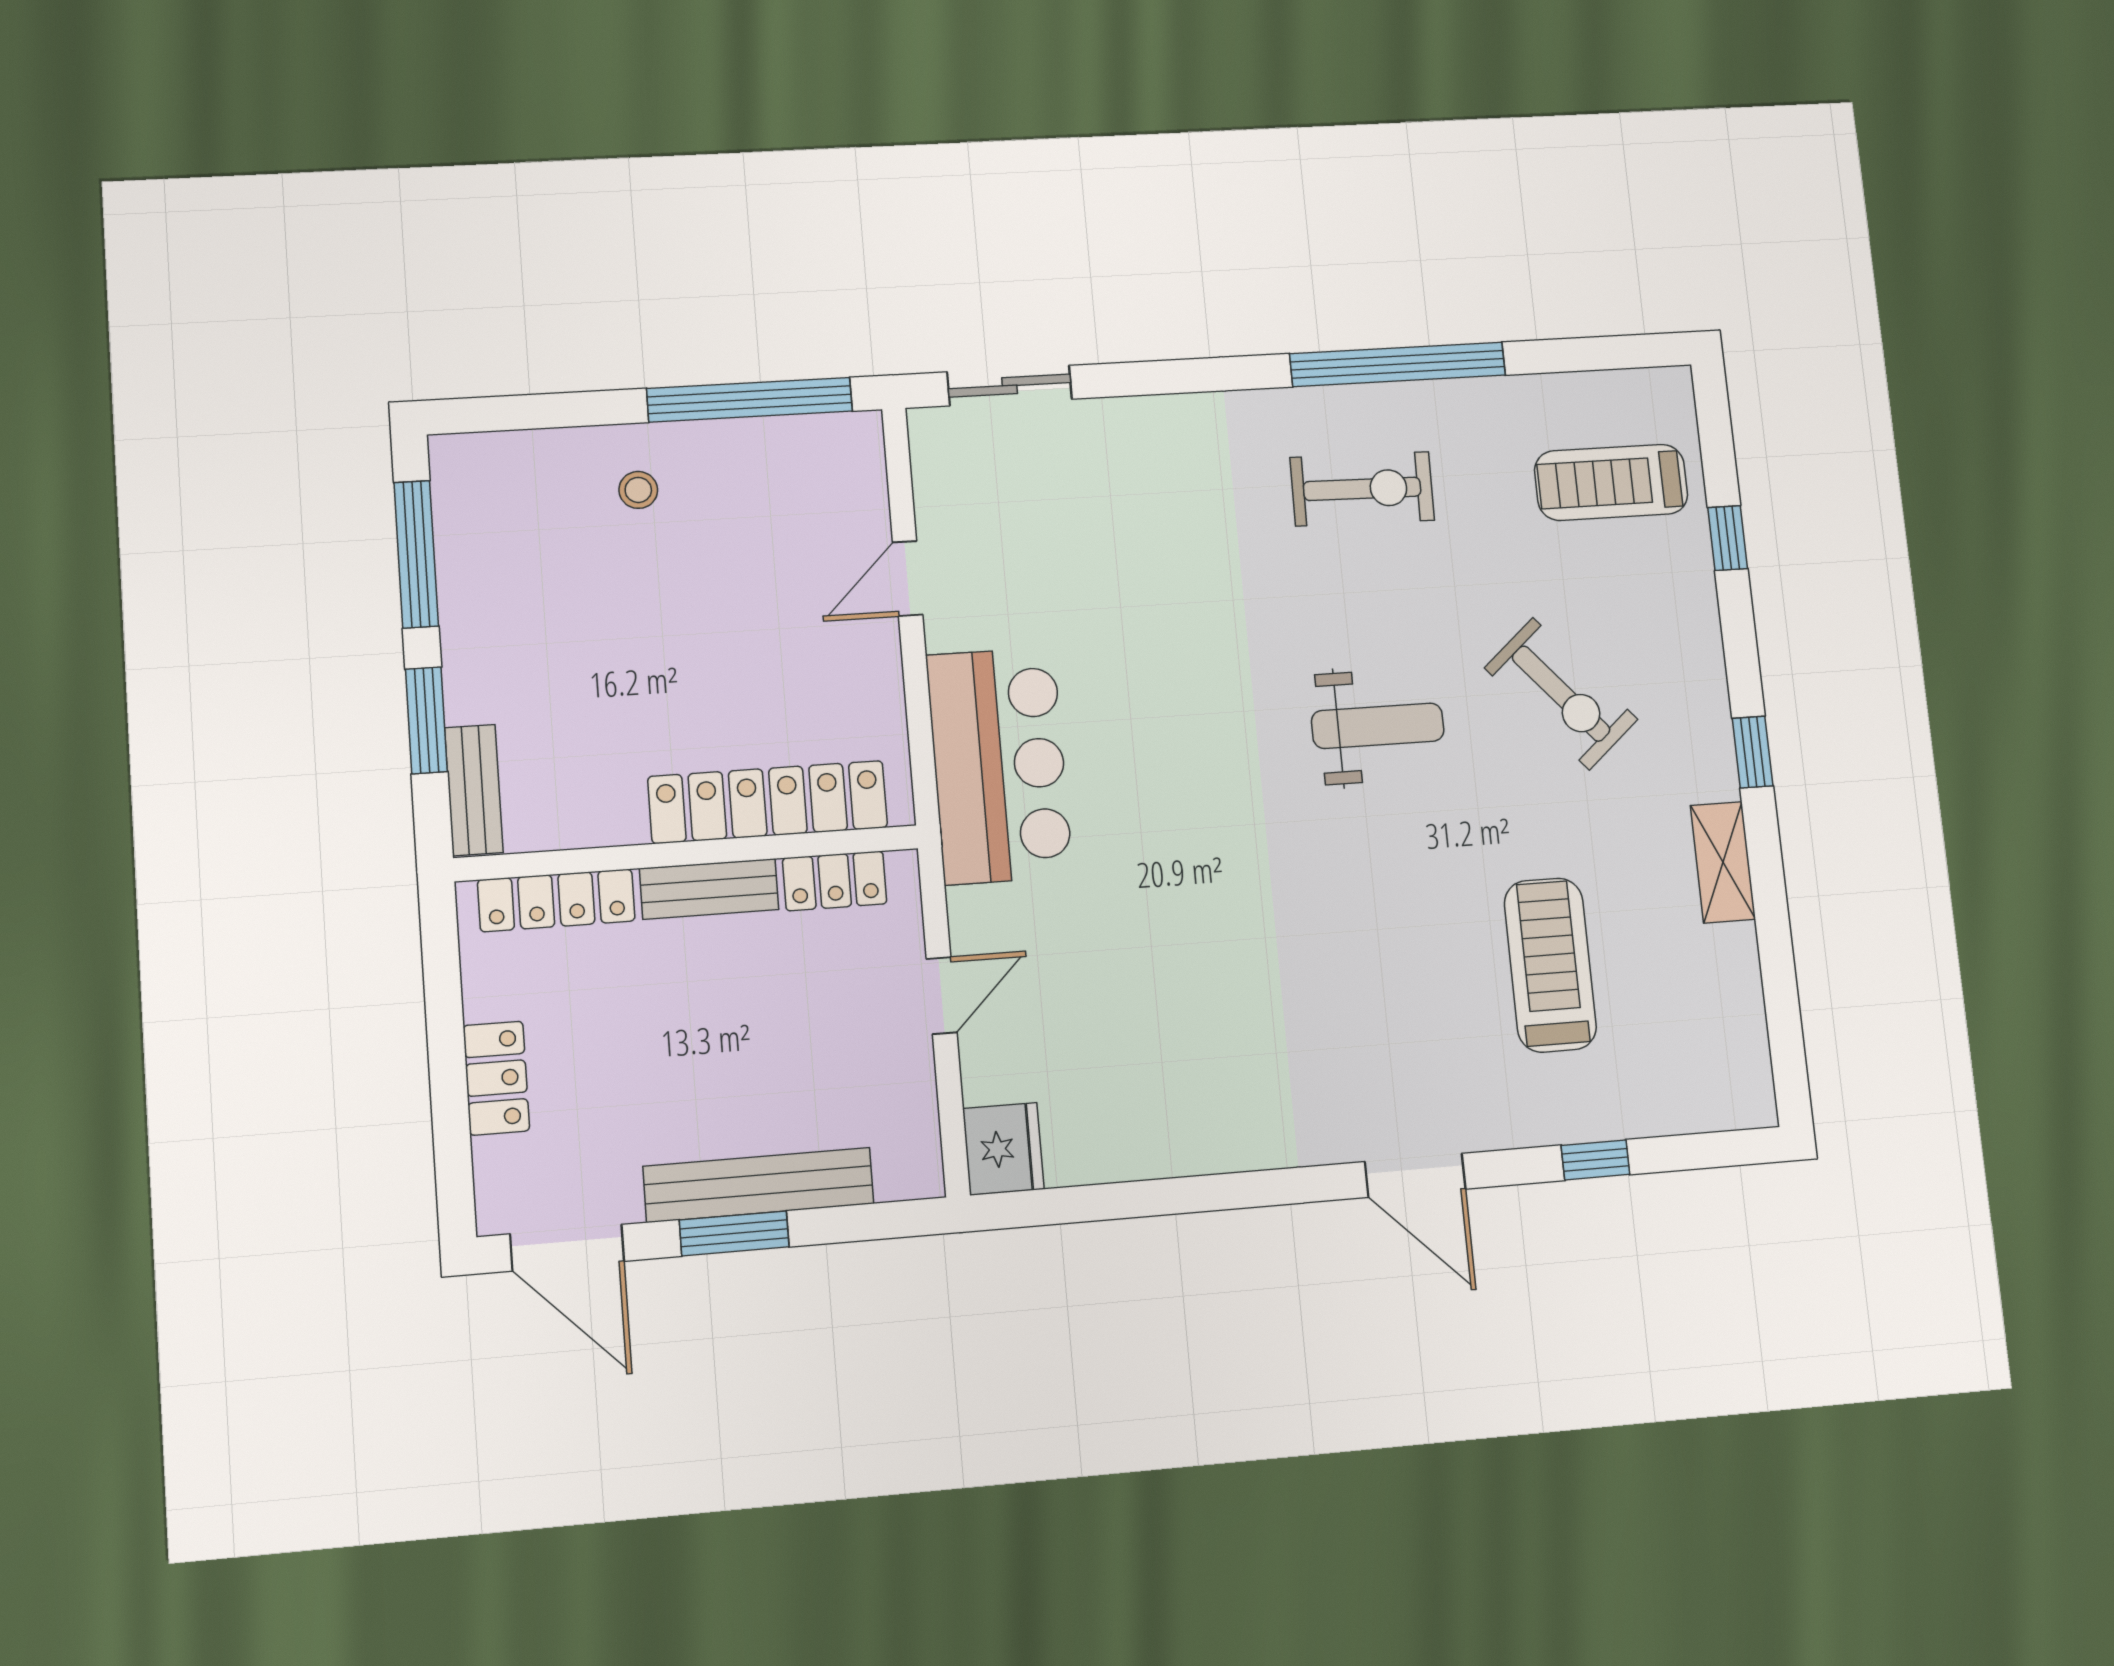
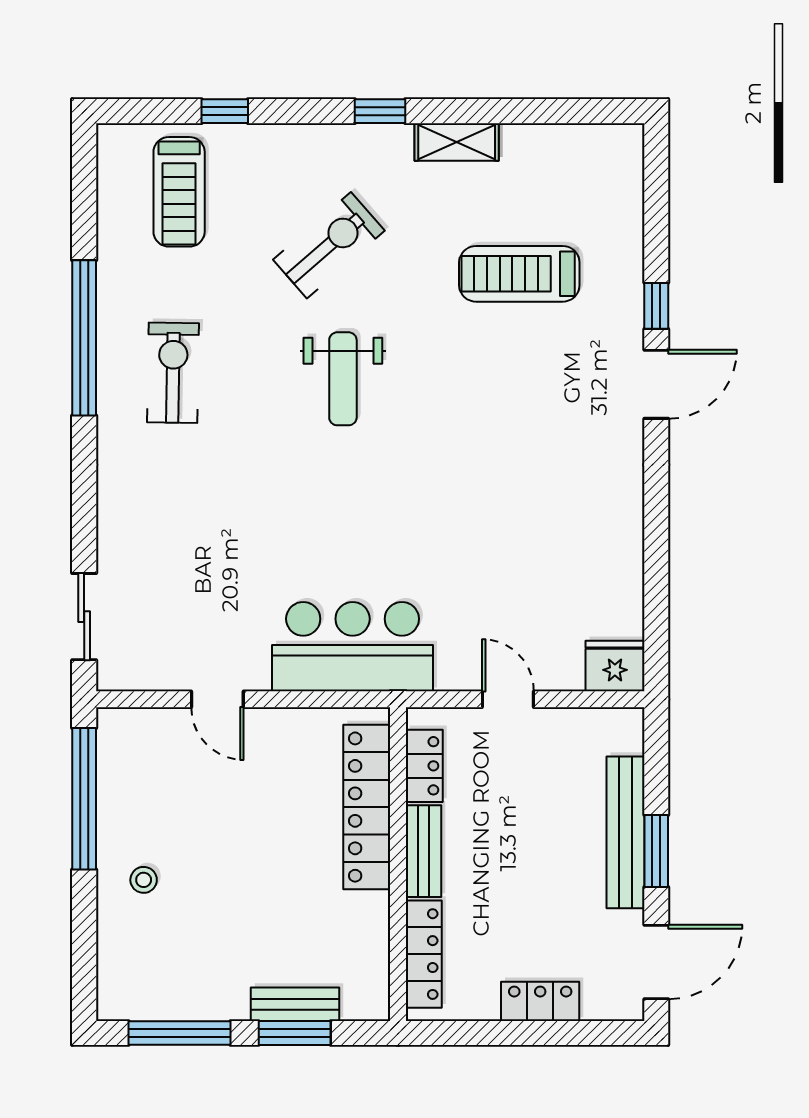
weight bench: (1378, 726) -> (343, 379), turned 180
bench: (474, 790) -> (295, 1004), moved
window: (1595, 1160) -> (656, 306), moved

